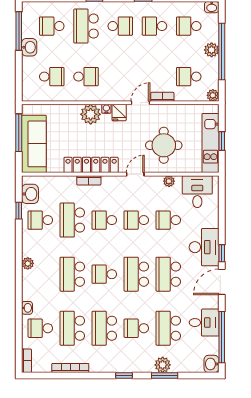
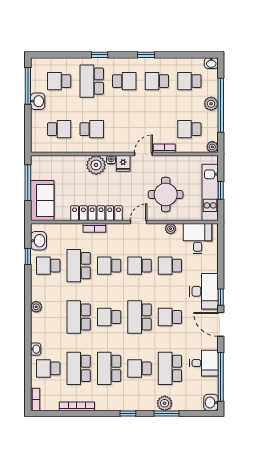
sofa: (34, 144) -> (42, 200), width x0.73
school desk: (168, 274) -> (170, 317), width x0.54
door: (222, 282) -> (221, 324), hinge flipped

